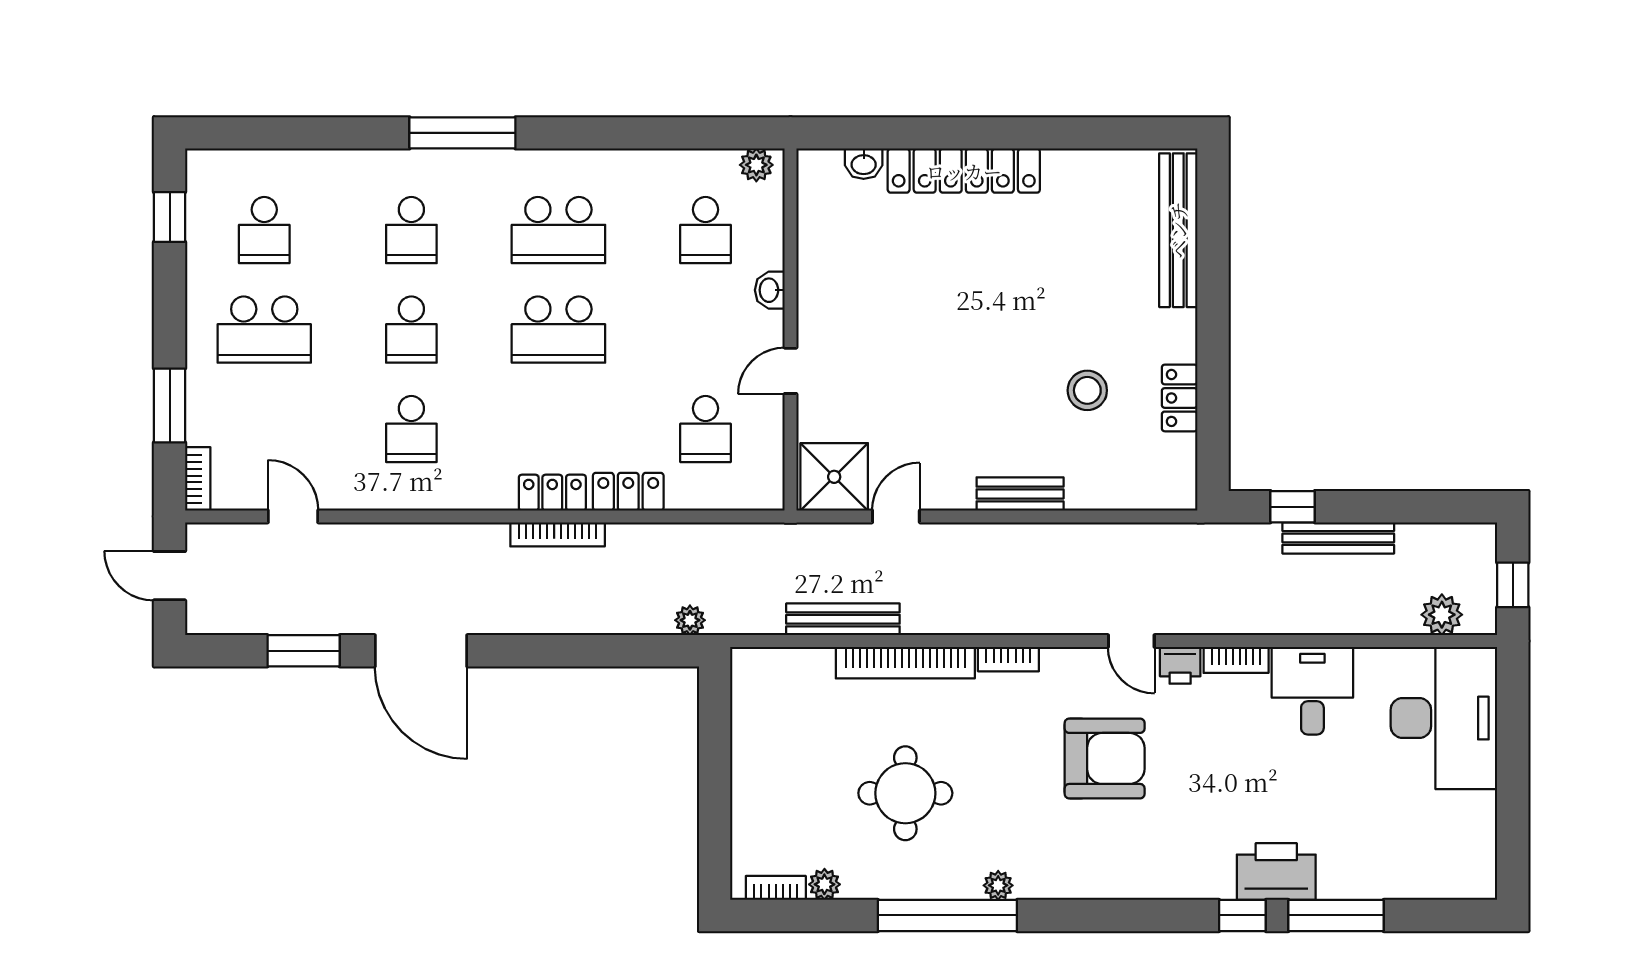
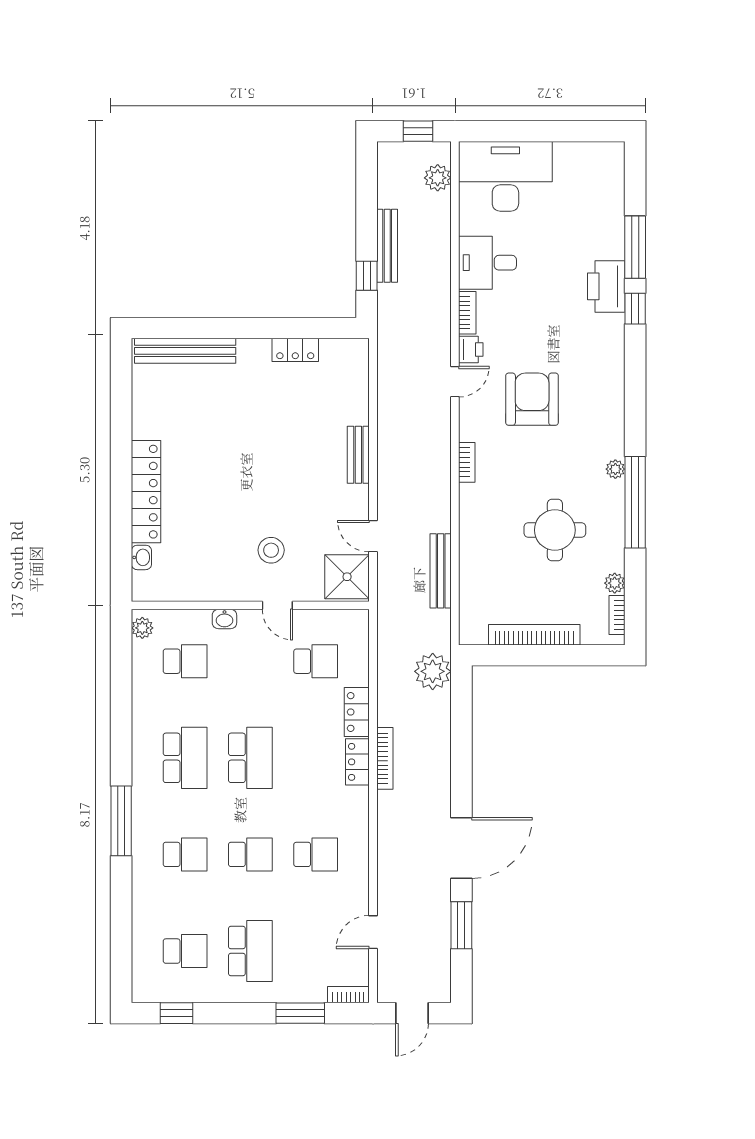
stool: (1087, 390) -> (271, 550), moved
plant: (690, 620) -> (433, 671), width x1.87, depth x1.87
bookcase: (905, 663) -> (534, 635), moved, turned -90

